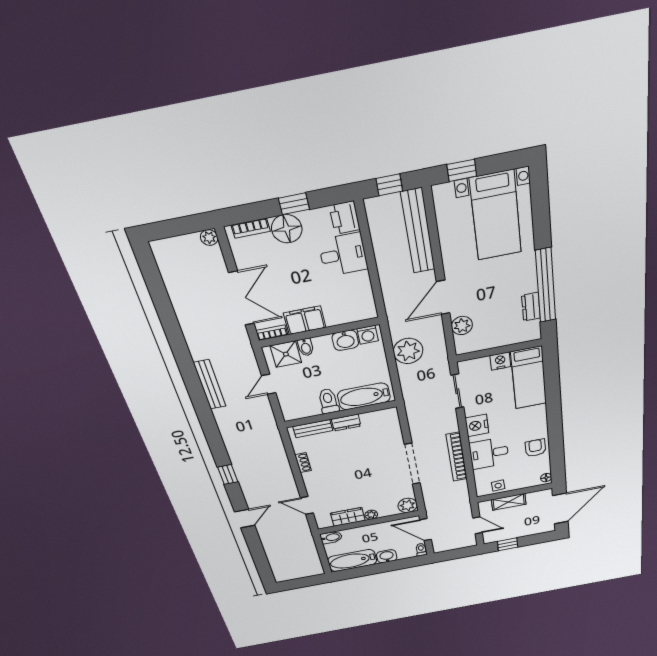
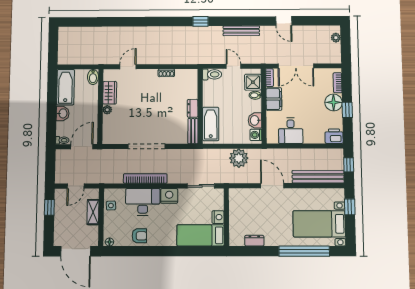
plant: (209, 238) -> (336, 38), moved
desk: (343, 255) -> (291, 131), moved
window: (546, 286) -> (304, 251), moved
plant: (462, 326) -> (250, 195), removed
toilet: (328, 401) -> (212, 74), moved
bench: (313, 429) -> (193, 131), moved
desk: (489, 453) -> (143, 202), width x1.37
window: (228, 474) -> (200, 21), moved
plant: (408, 505) -> (109, 137), removed
door: (245, 519) -> (284, 21), moved

